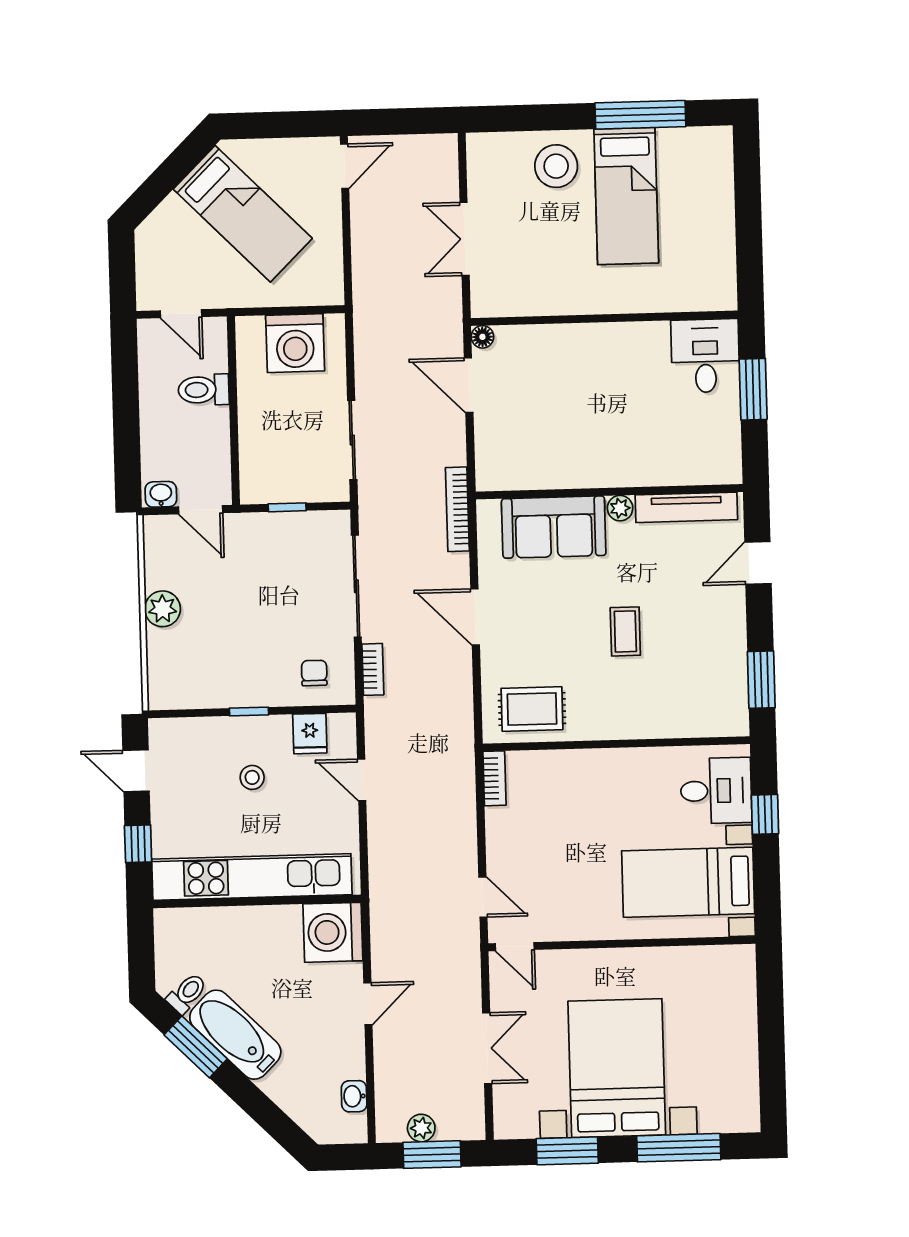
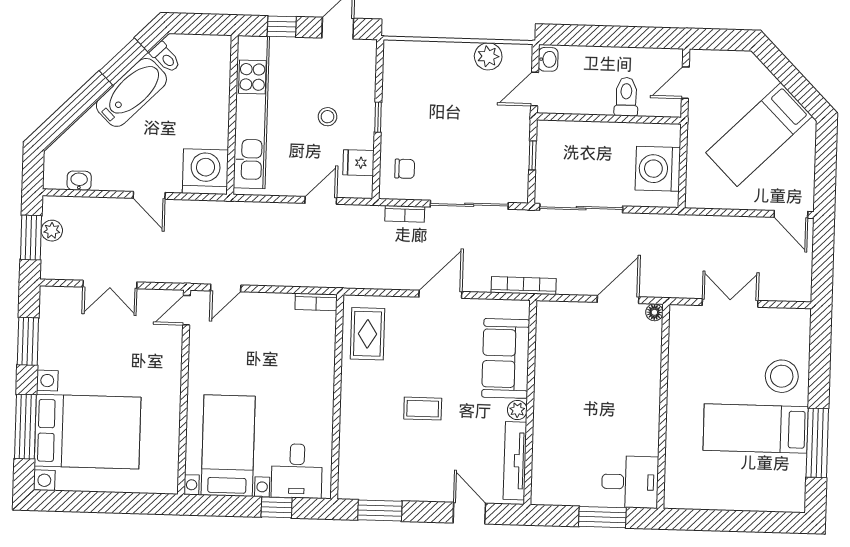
sliding door: (352, 440) -> (581, 208), width x1.37
plant: (163, 609) -> (488, 56), moved
bed with nightstands: (617, 1068) -> (88, 432), moved

